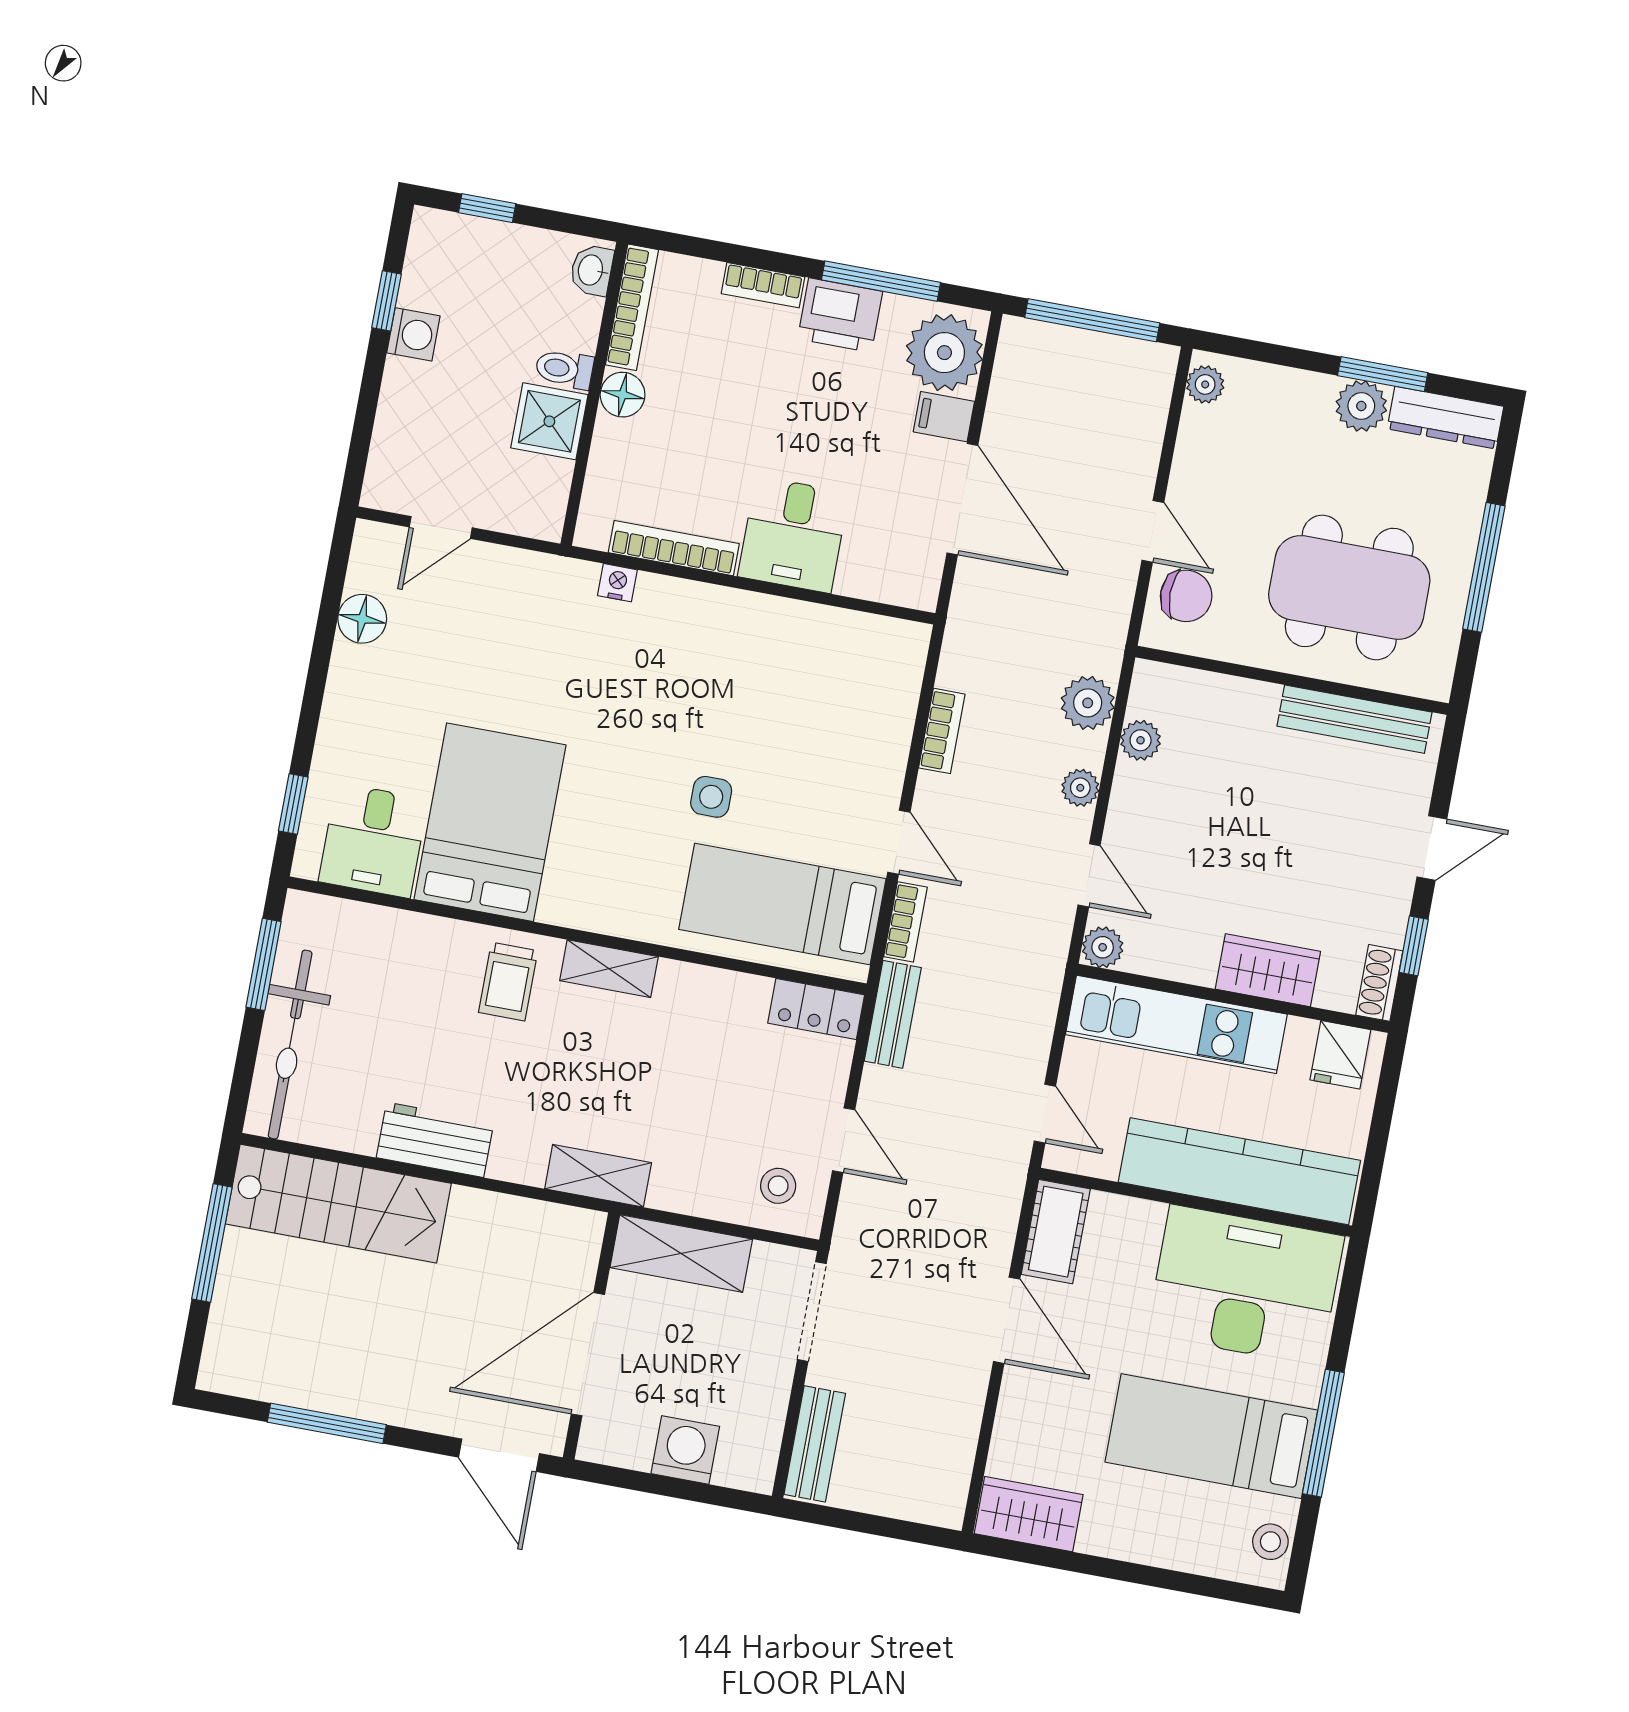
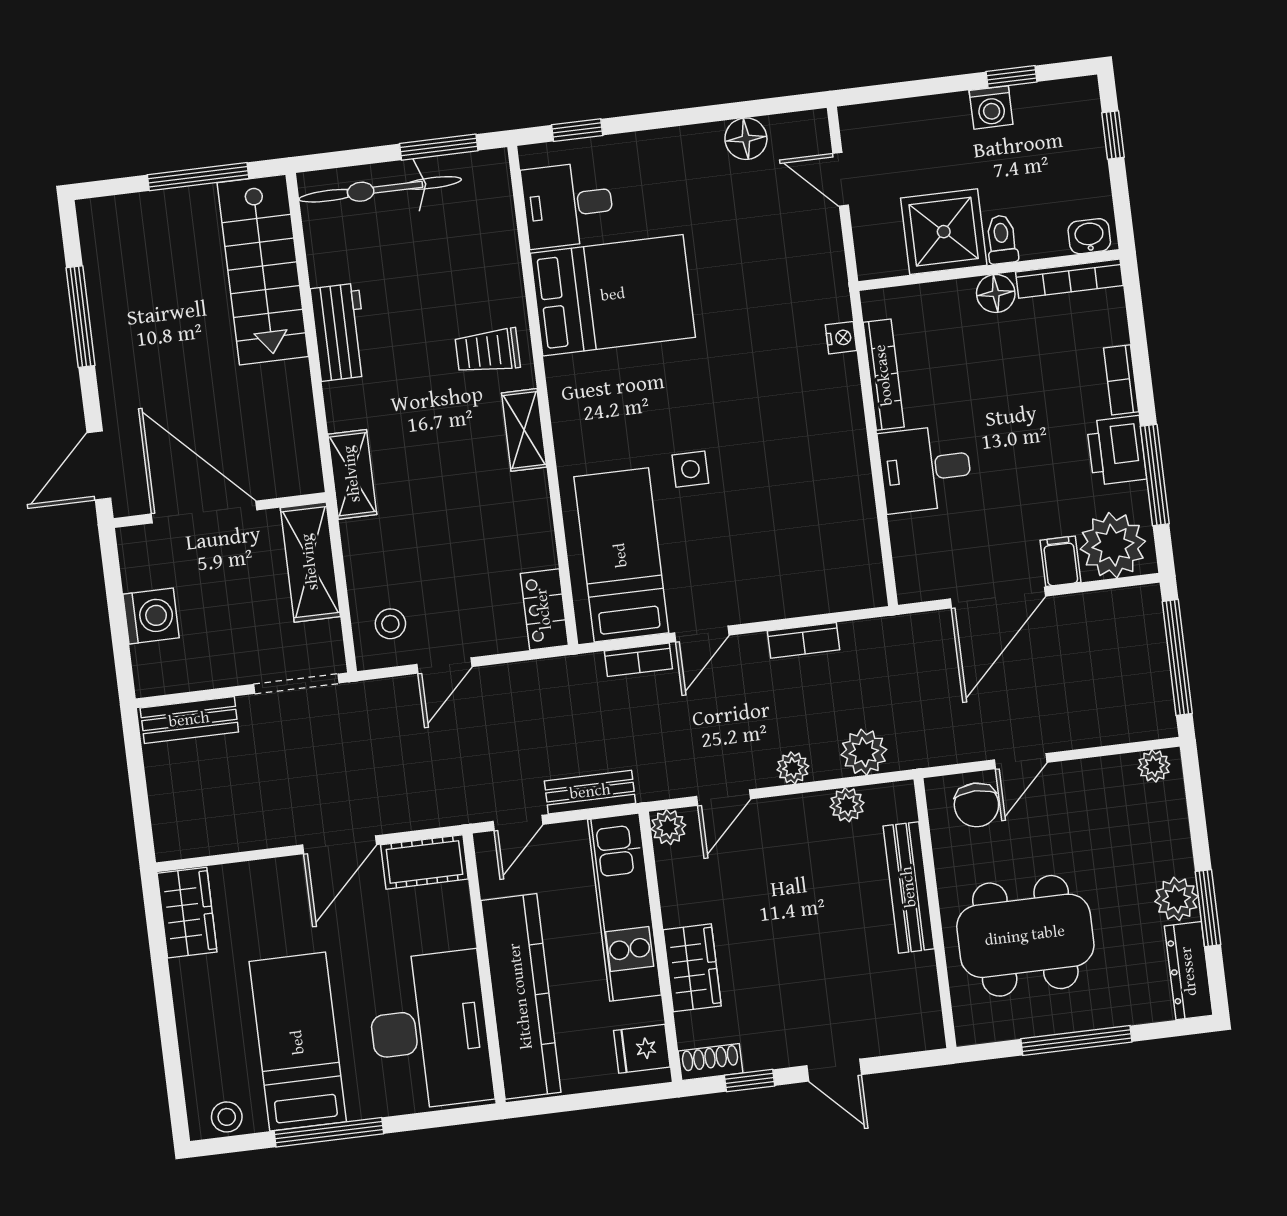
shower: (549, 421) -> (944, 232), width x1.36, depth x1.36
dining table: (1349, 587) -> (1025, 936), turned 90
bench: (1355, 719) -> (909, 887), moved
bench: (893, 1014) -> (590, 792), moved

